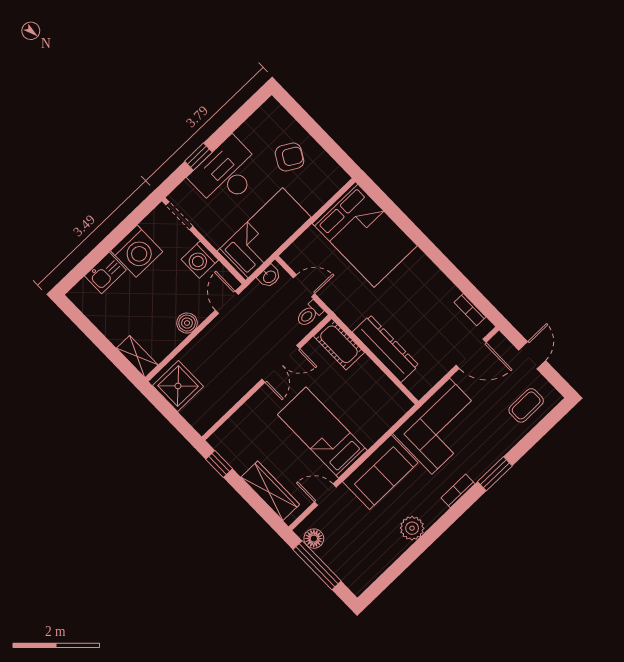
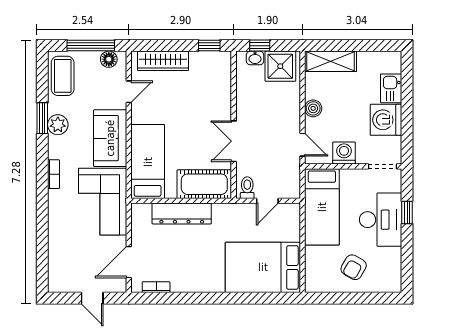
washbasin: (269, 276) -> (255, 58), moved, turned -90
cot: (339, 344) -> (204, 184), width x1.37, depth x1.34
shelving: (137, 357) -> (330, 61), width x1.50, depth x1.33
coffee table: (526, 405) -> (63, 76), moved, width x1.36, depth x1.30
window: (177, 421) -> (260, 46), added
bed: (322, 432) -> (148, 162), moved, turned -90
window: (495, 474) -> (42, 118), moved

